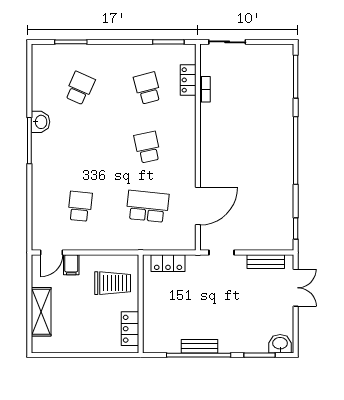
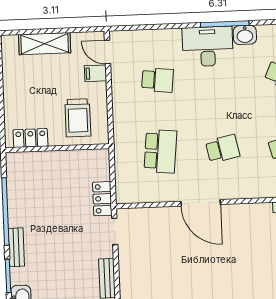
desk: (50, 158) -> (208, 46), added
door: (198, 206) -> (201, 203), moved
locker: (168, 263) -> (102, 199), moved
bench: (199, 346) -> (16, 247), moved

